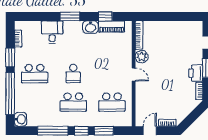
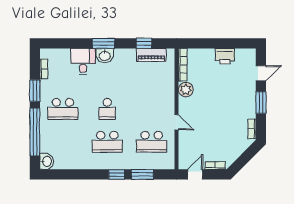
washbasin: (90, 27) -> (105, 56), moved
printer: (196, 73) -> (225, 56), moved, turned -90
door: (134, 75) -> (177, 122), moved
window: (53, 131) -> (84, 174), removed

